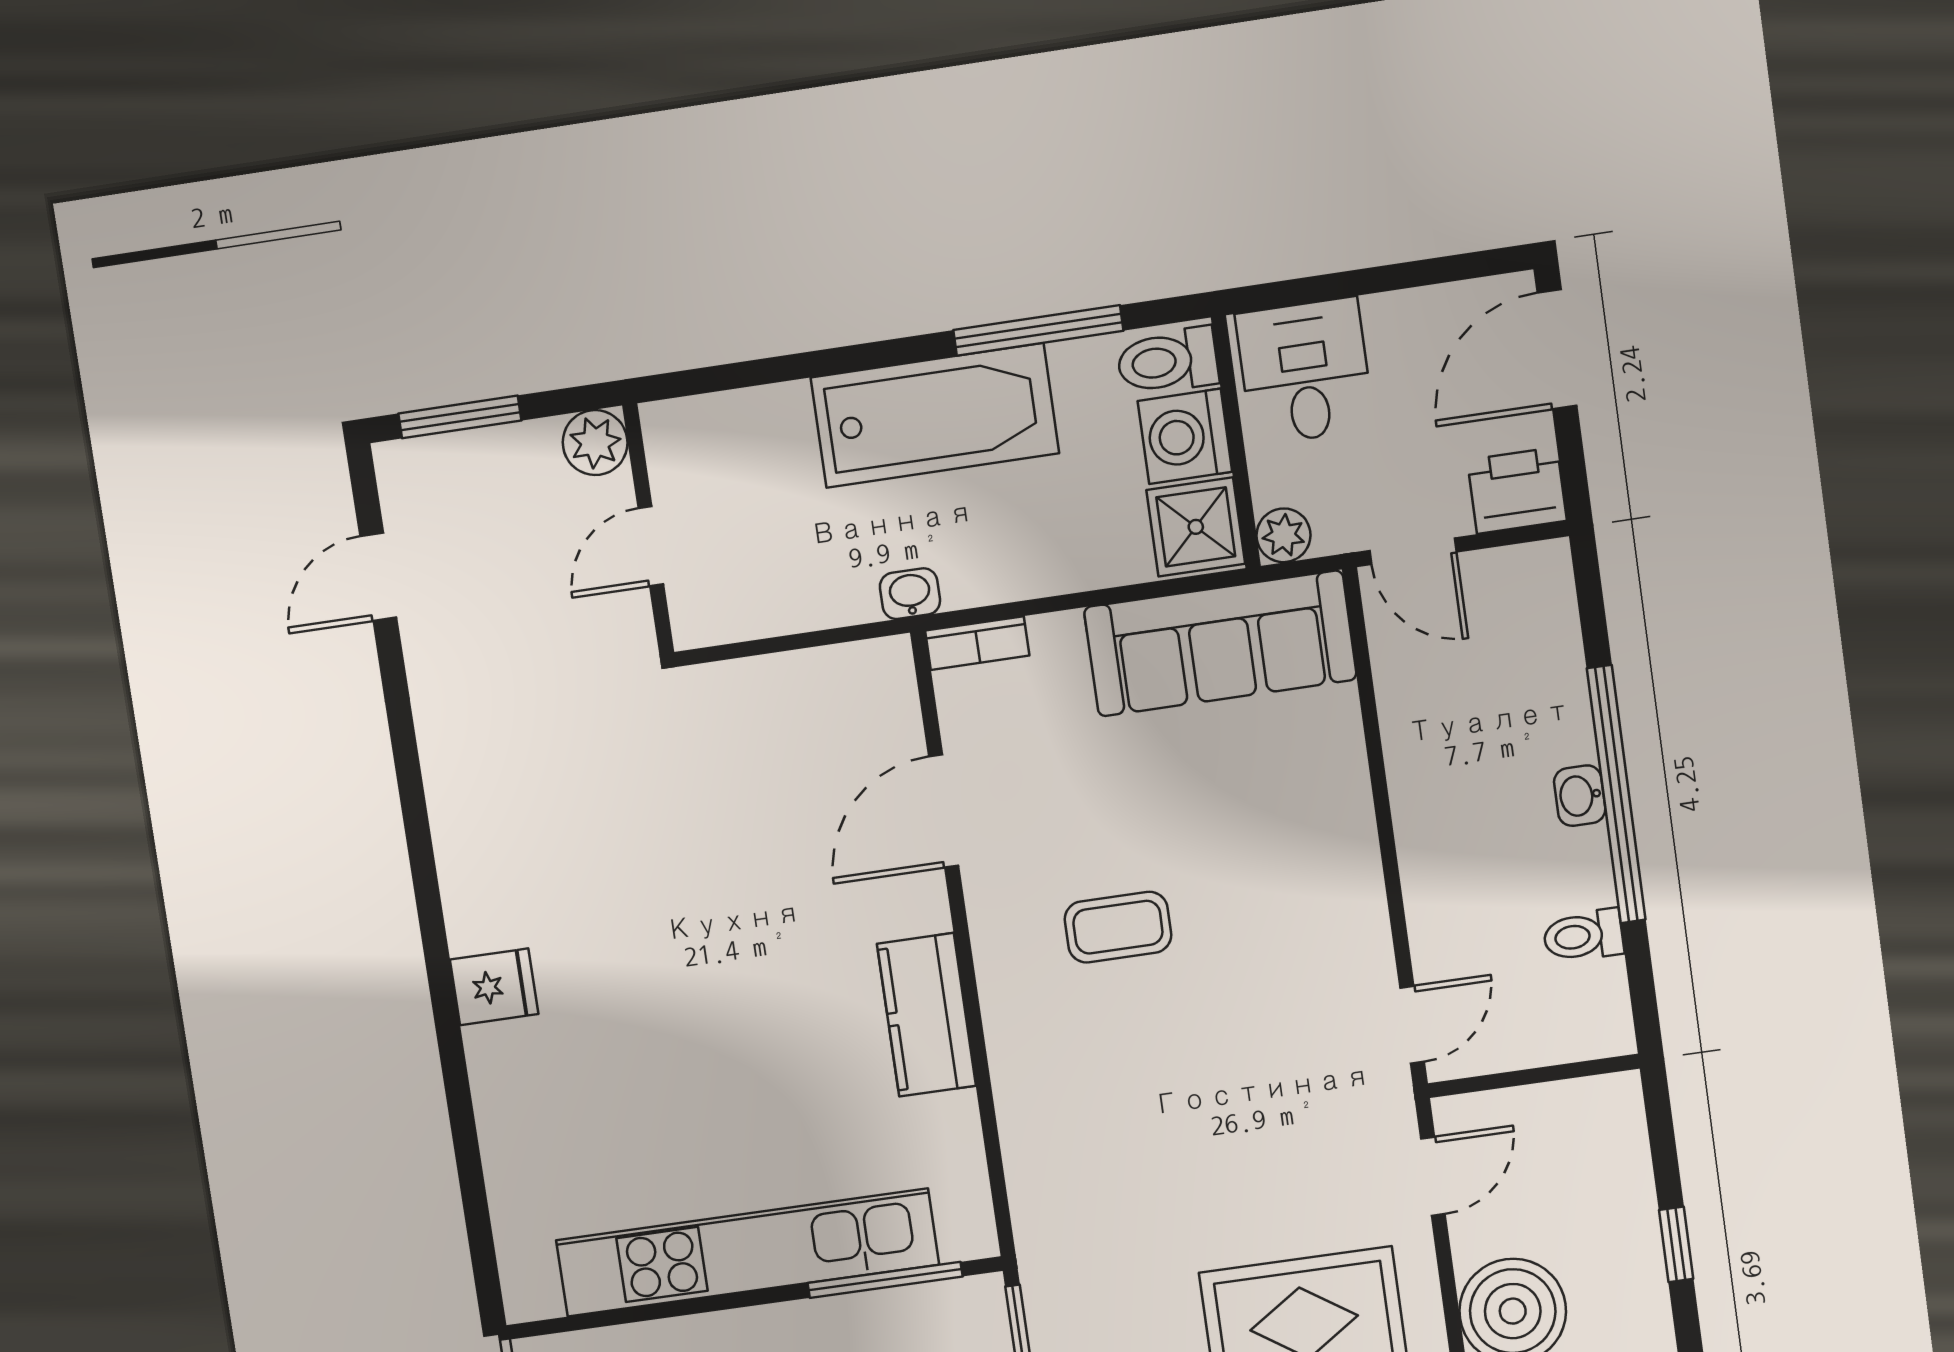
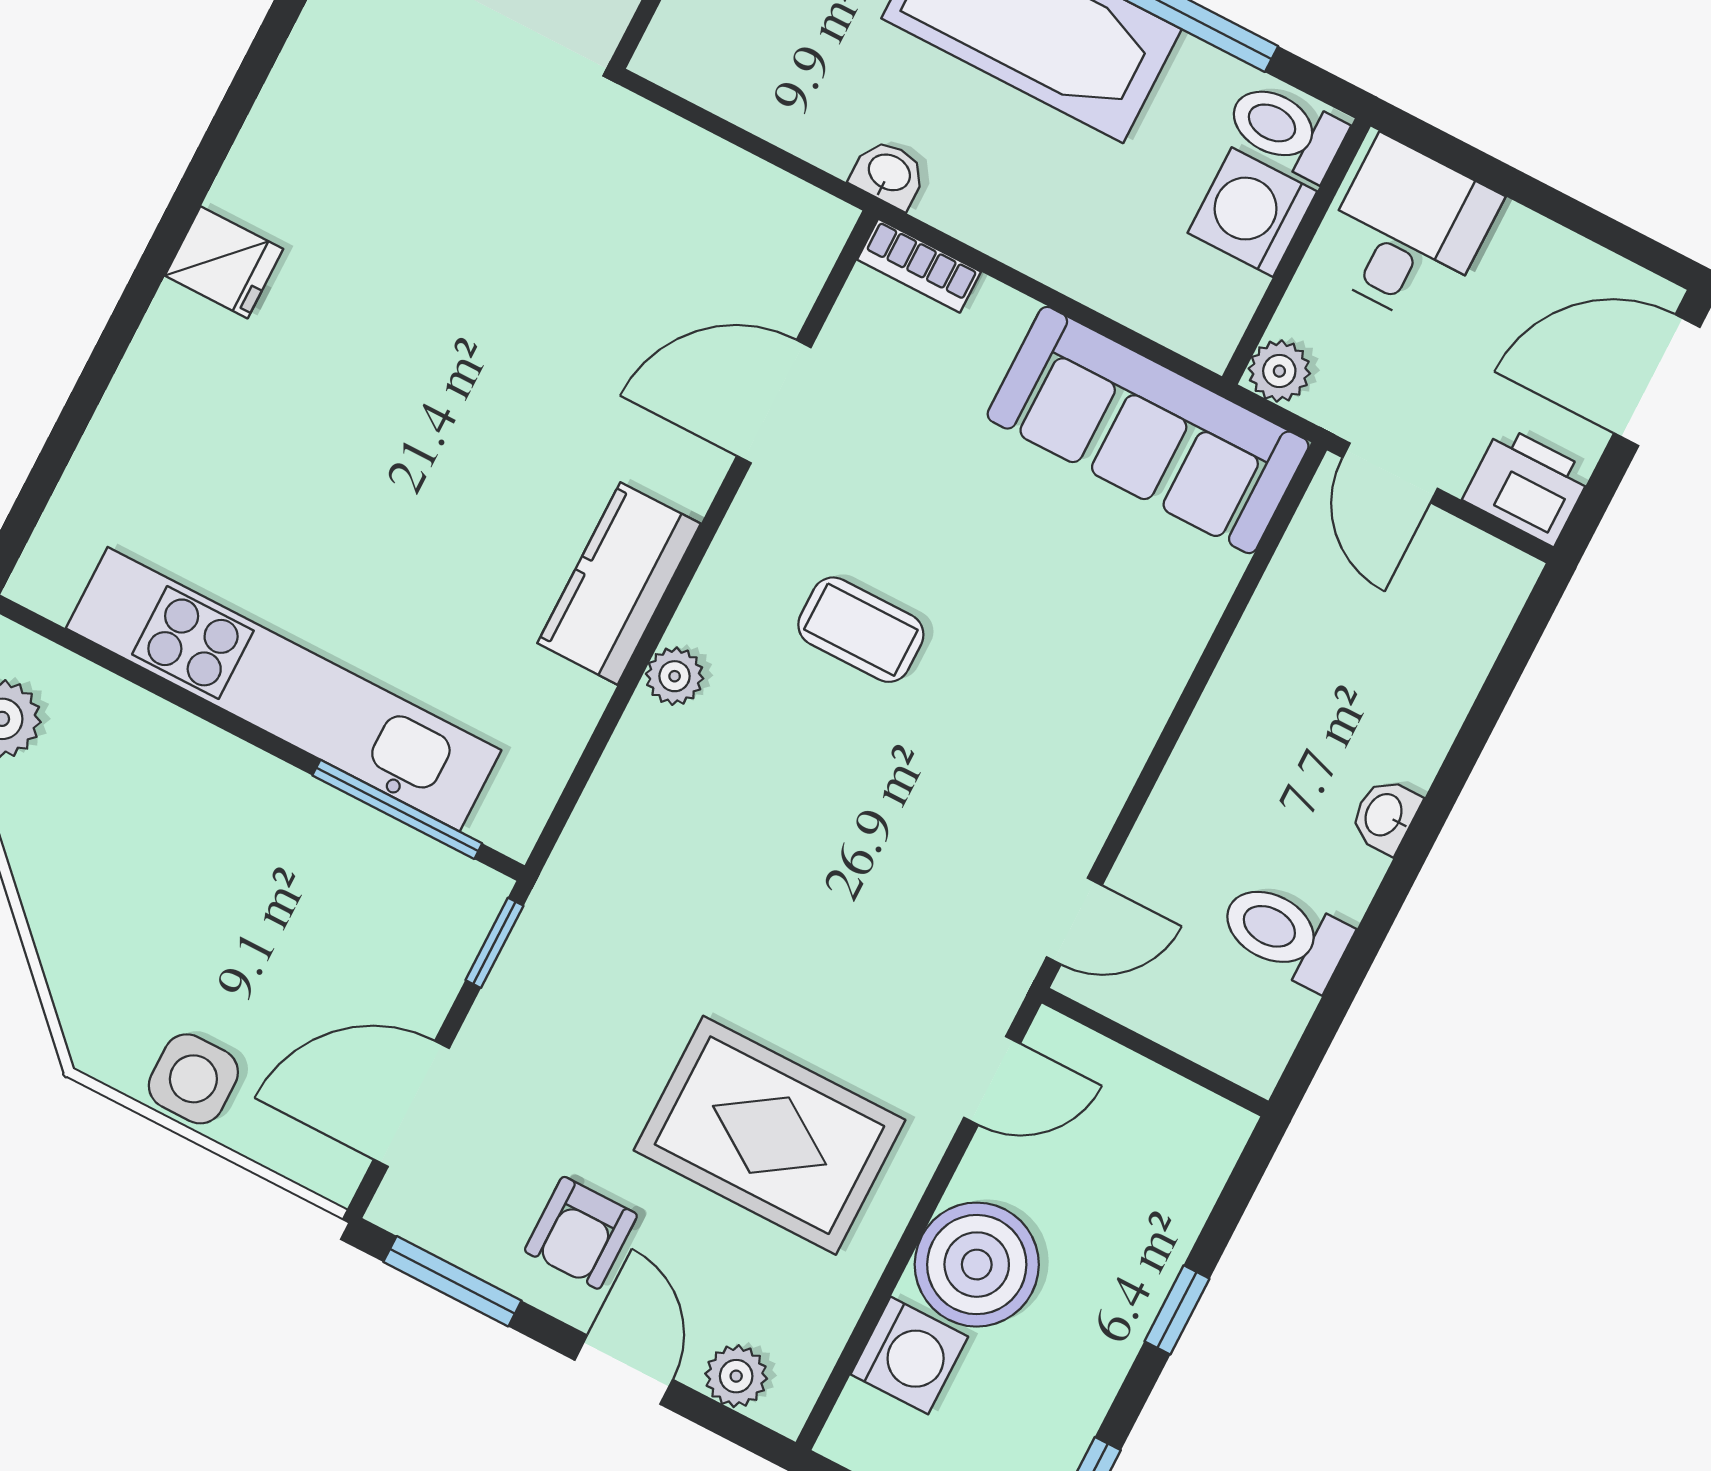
shower: (1196, 527) -> (1203, 304), removed
window: (1616, 794) -> (1420, 839), removed
toilet: (1583, 936) -> (1285, 934), width x1.37, depth x1.39
plant: (1011, 1052) -> (675, 676), added

